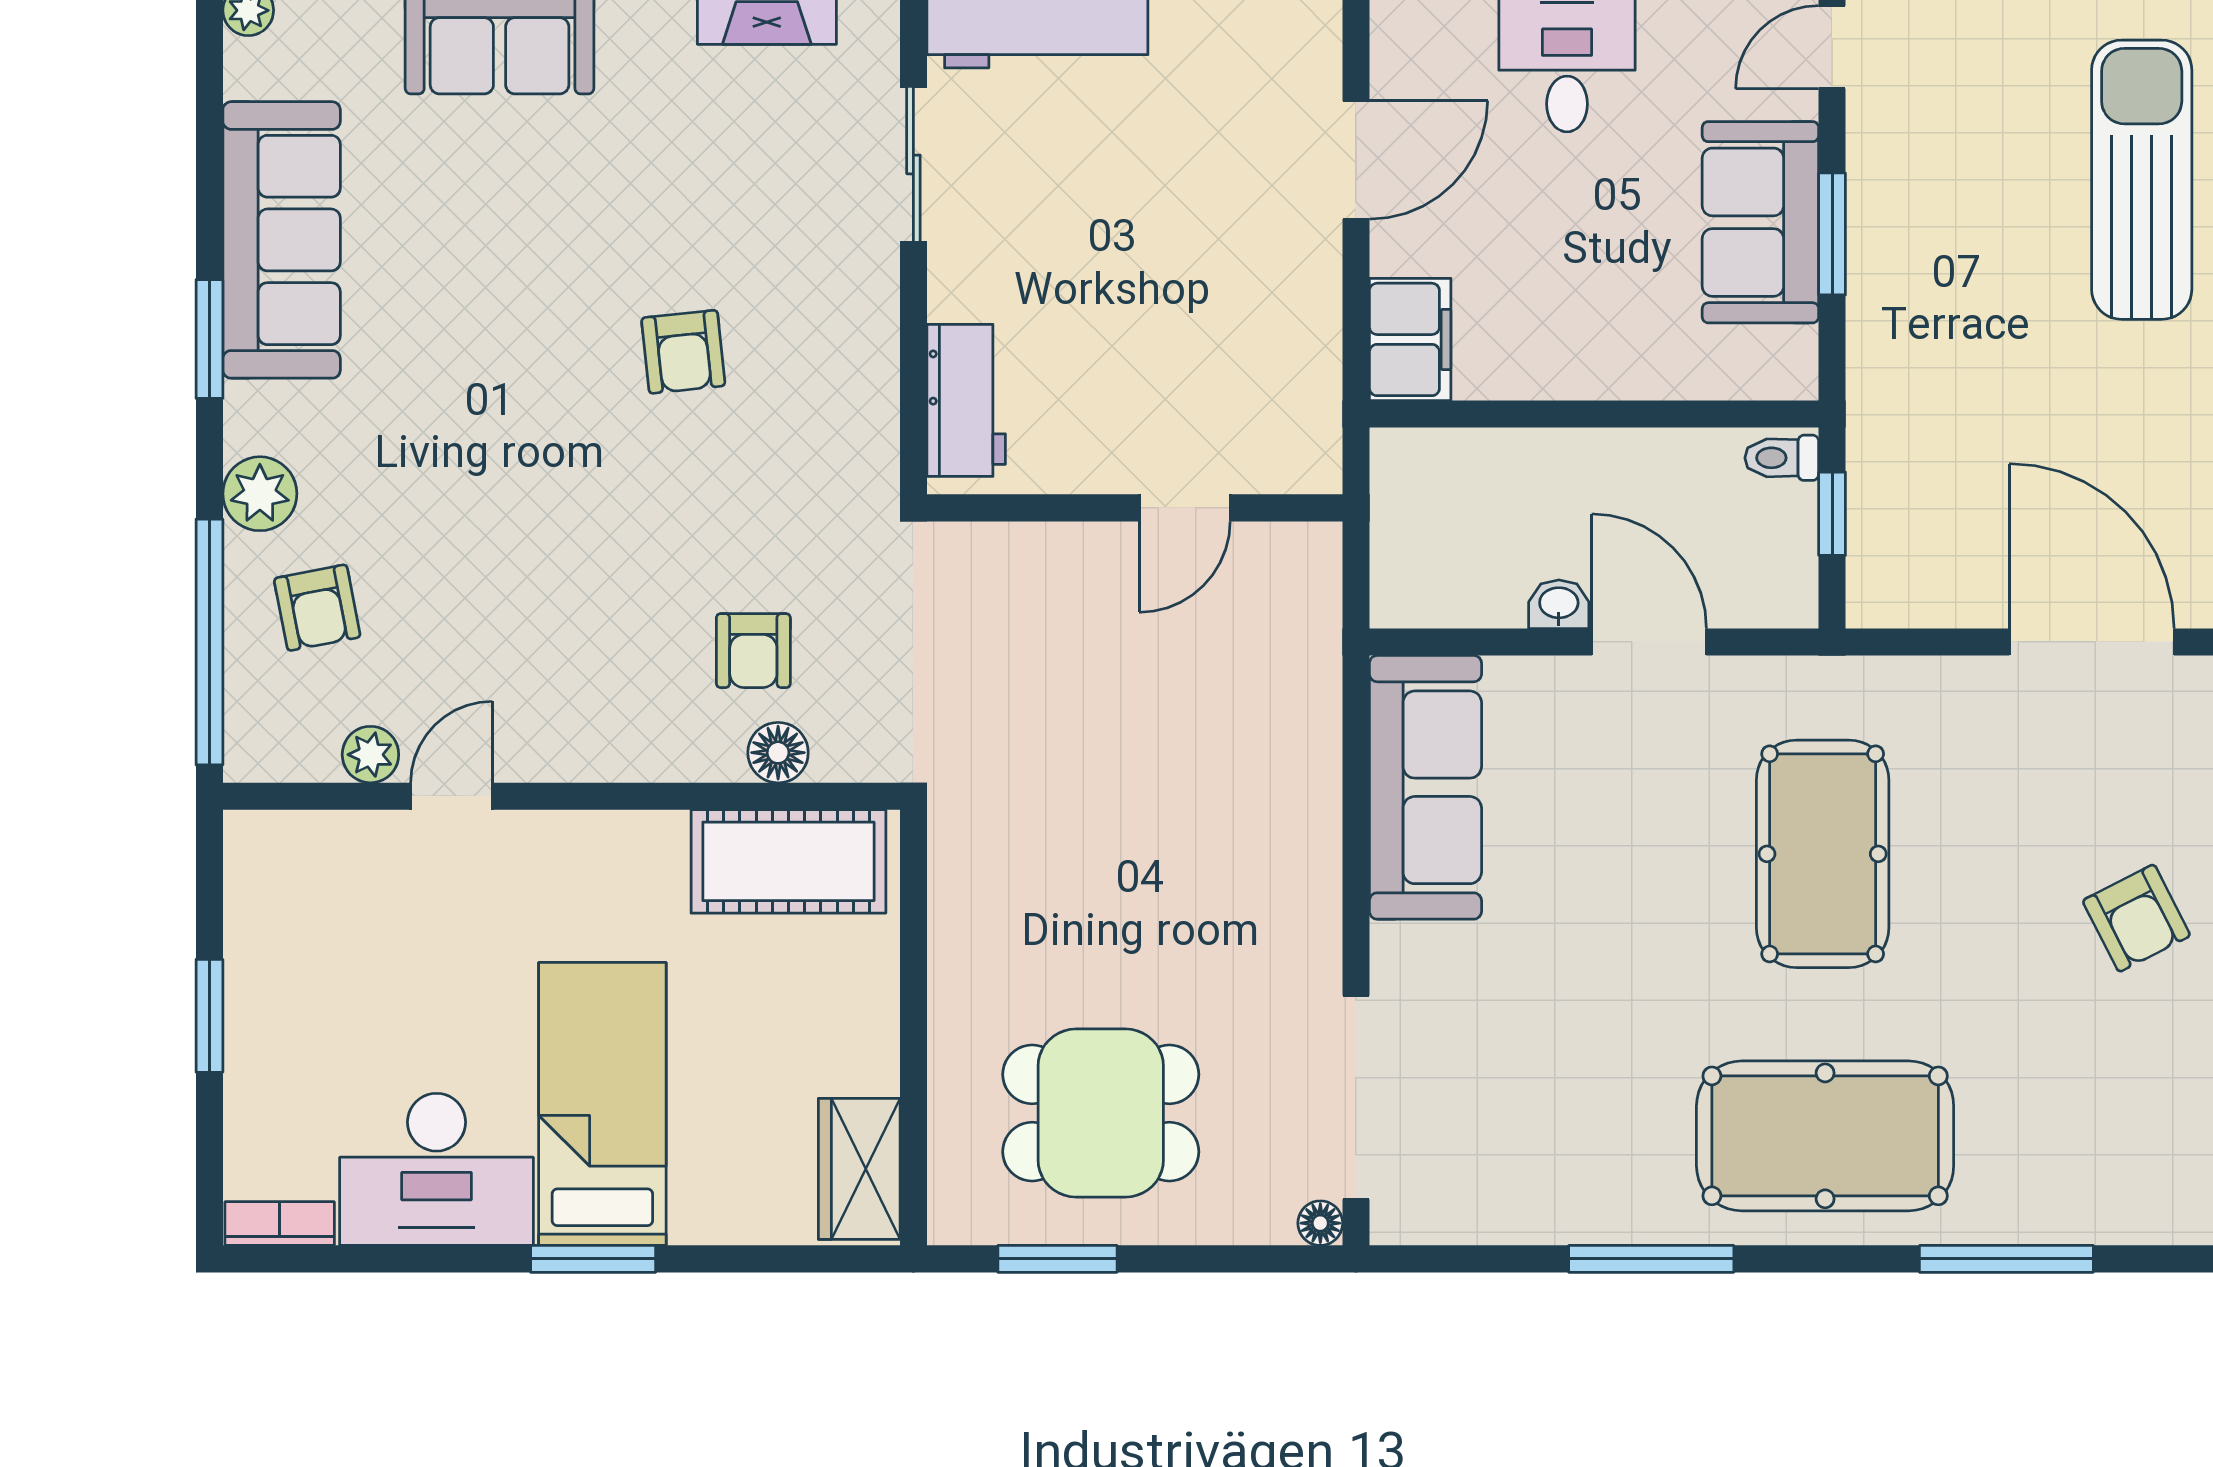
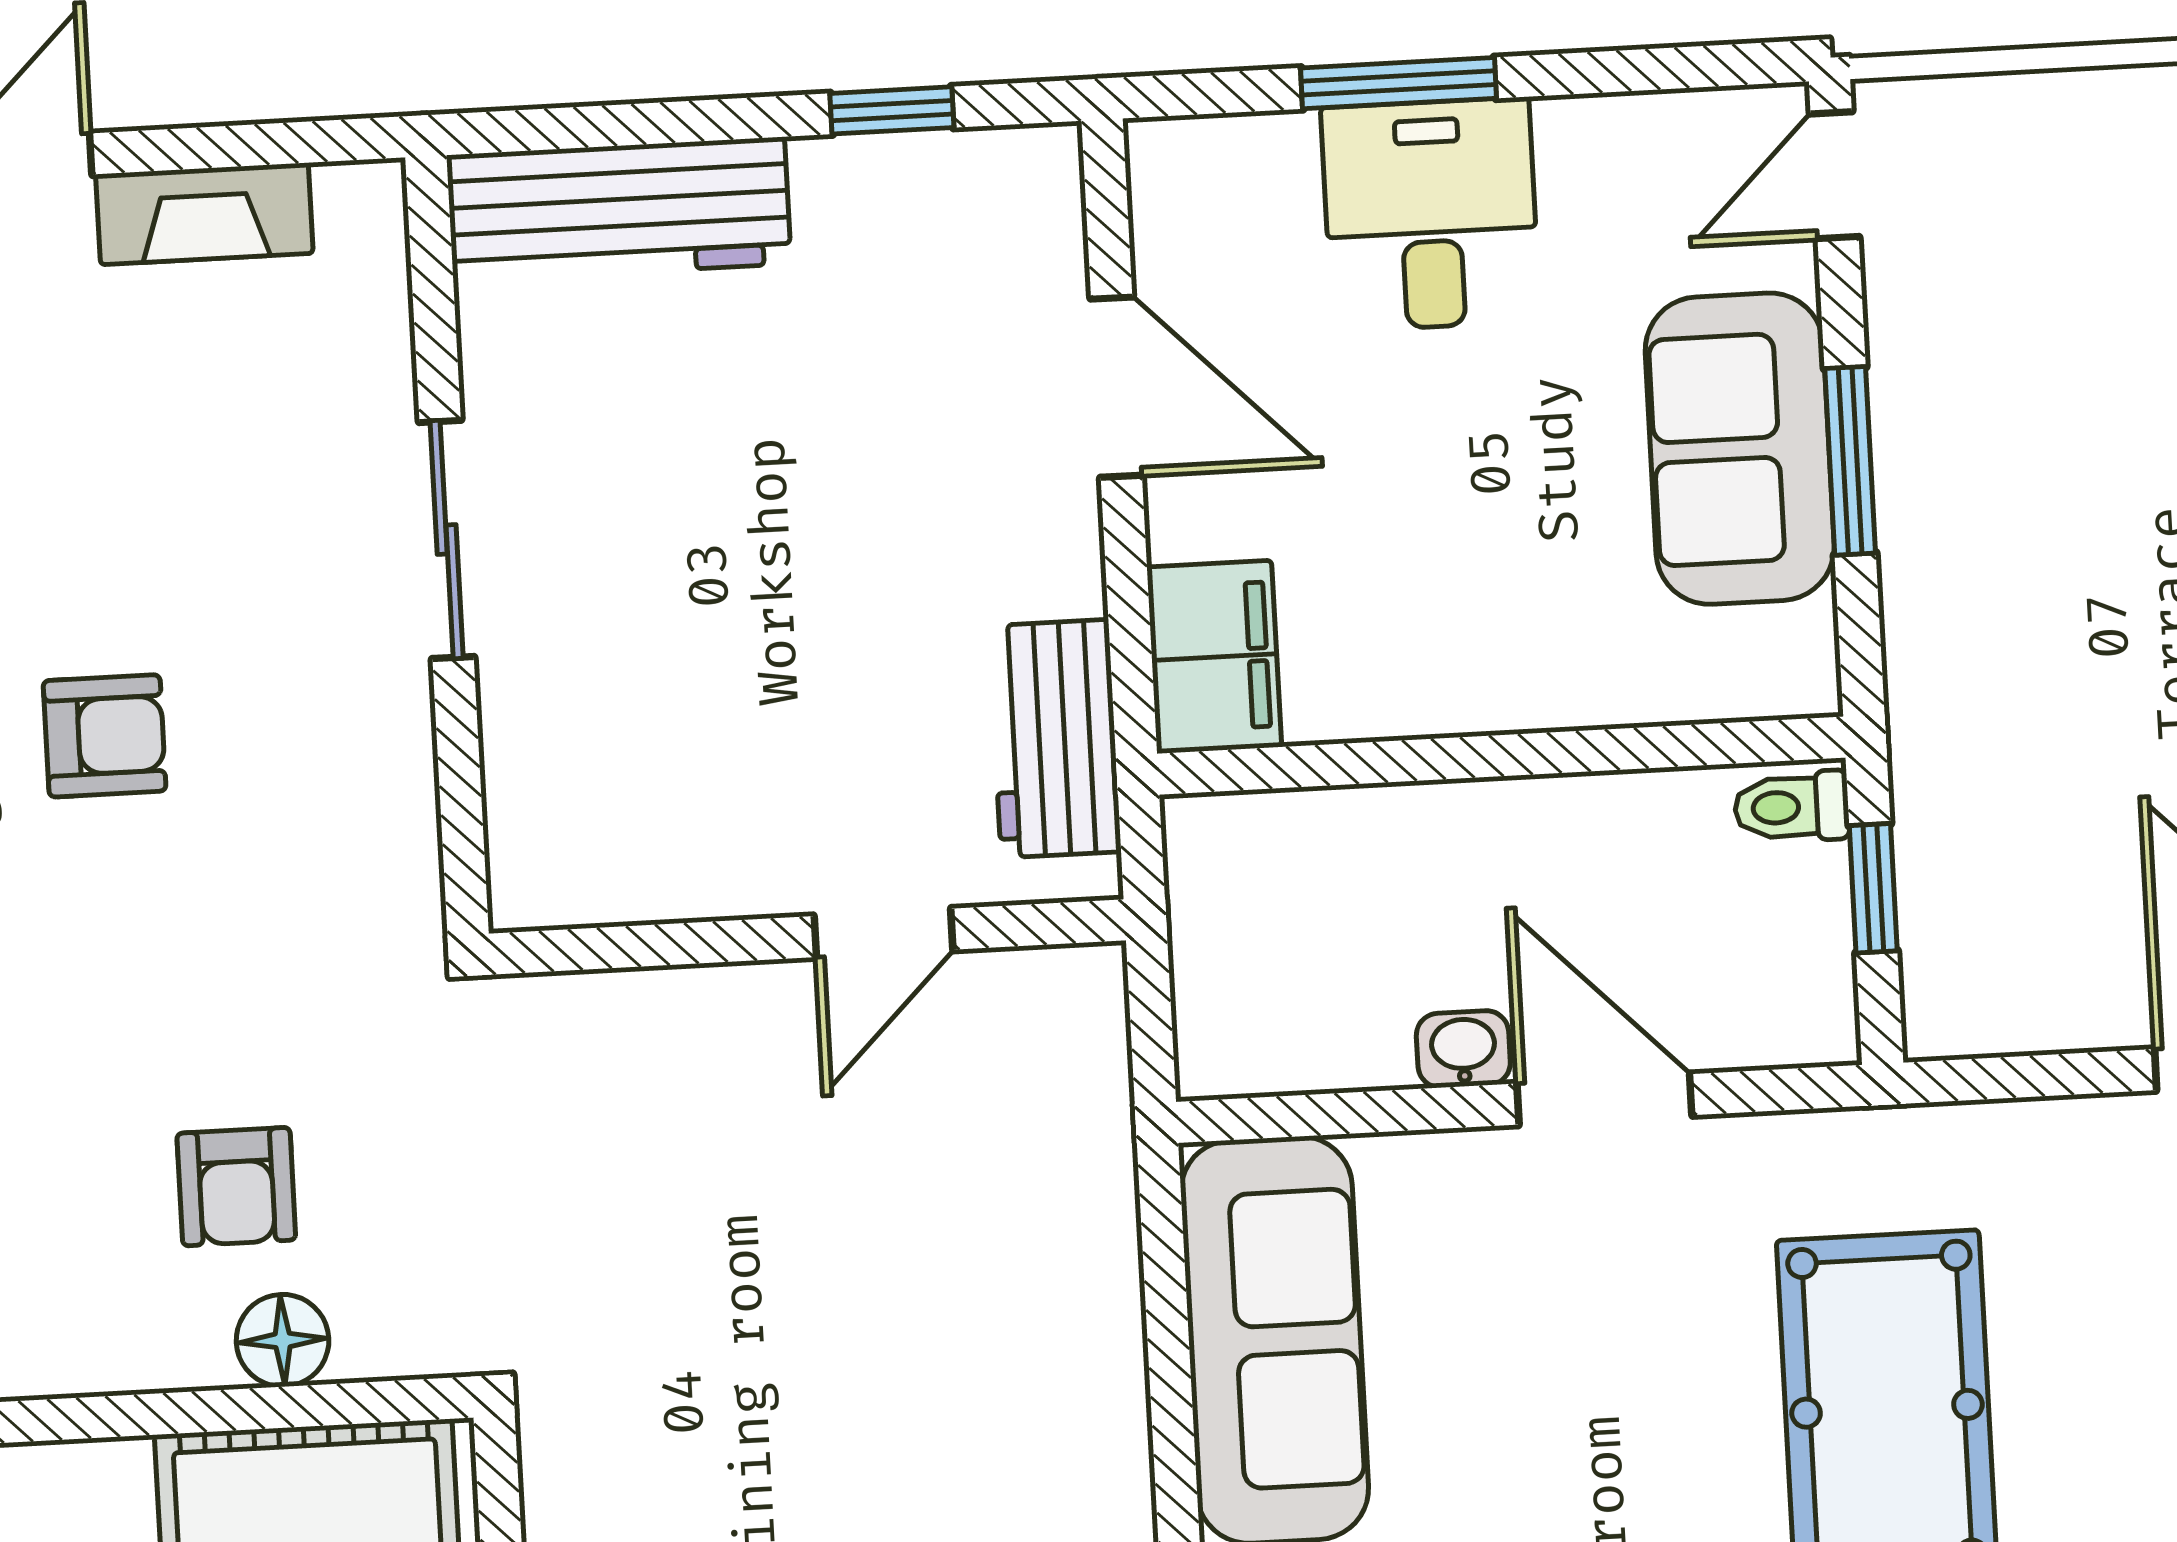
door: (1356, 160) -> (1117, 387), hinge flipped
sliding door: (913, 164) -> (447, 539), moved
armchair: (683, 352) -> (105, 736), turned -84
workbench: (966, 400) -> (1055, 739), moved, turned 180

